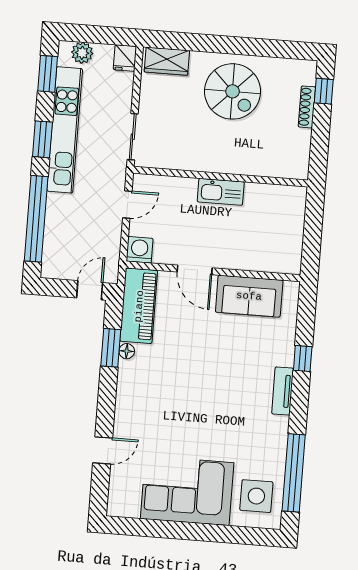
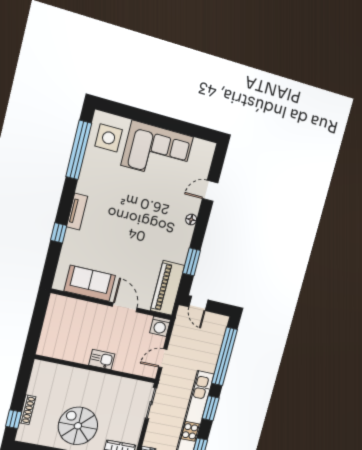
kitchen sink: (221, 192) -> (102, 360), width x0.73
door: (90, 290) -> (198, 303), hinge flipped
floor lamp: (127, 351) -> (191, 220), moved

